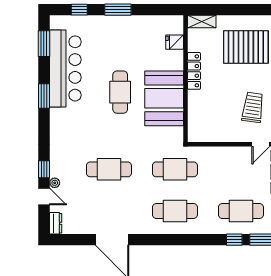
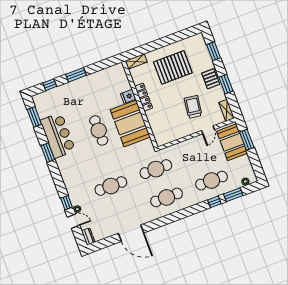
fridge: (175, 42) -> (128, 96), moved
bar counter: (65, 68) -> (58, 135), width x0.73

